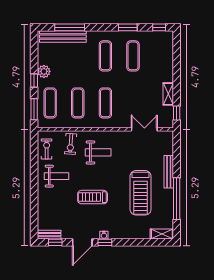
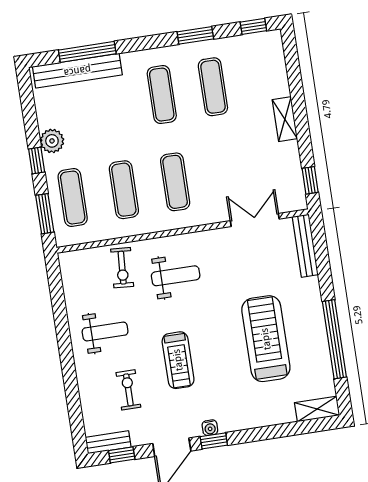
shelving: (168, 94) -> (285, 119), moved
exercise bike: (47, 149) -> (128, 390), moved
bench: (169, 172) -> (305, 246), moved
treadmill: (141, 193) -> (266, 339), turned 180
treadmill: (93, 197) -> (178, 360), turned -90

